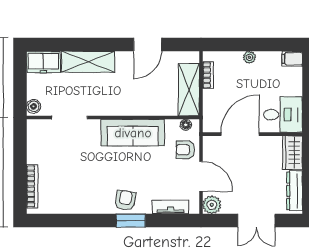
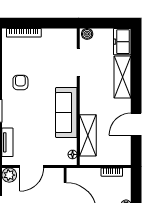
door: (147, 44) -> (136, 124), hinge flipped
shelving: (189, 90) -> (88, 135), moved, turned 90
armchair: (185, 150) -> (53, 154), removed
armchair: (125, 200) -> (20, 82), moved, turned -99

